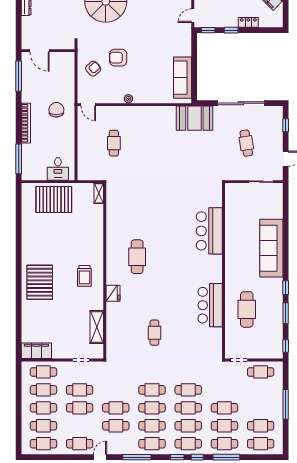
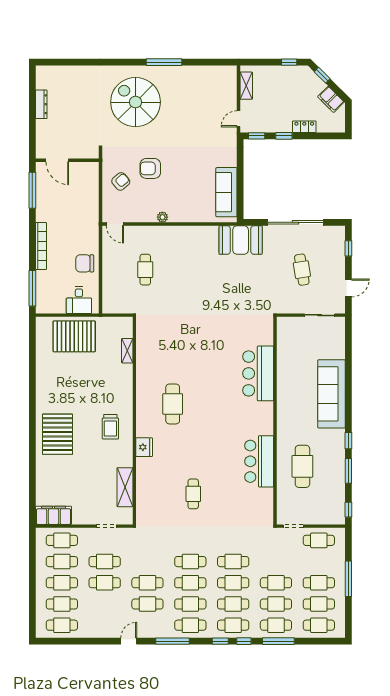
chair: (56, 110) -> (85, 263), moved, turned -90
shelving: (99, 193) -> (127, 351), moved
cafe table: (80, 444) -> (319, 583), moved

